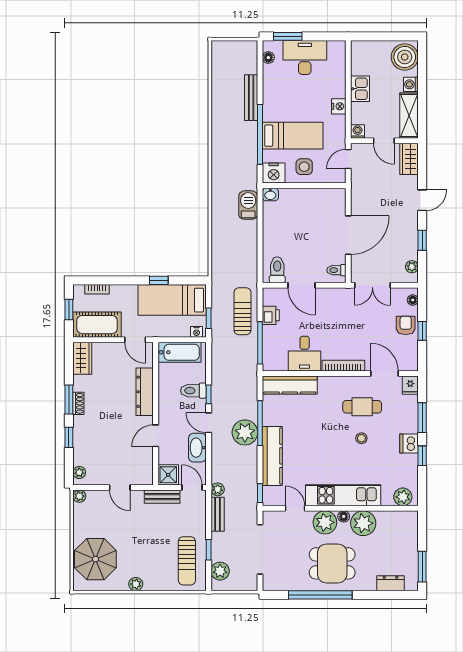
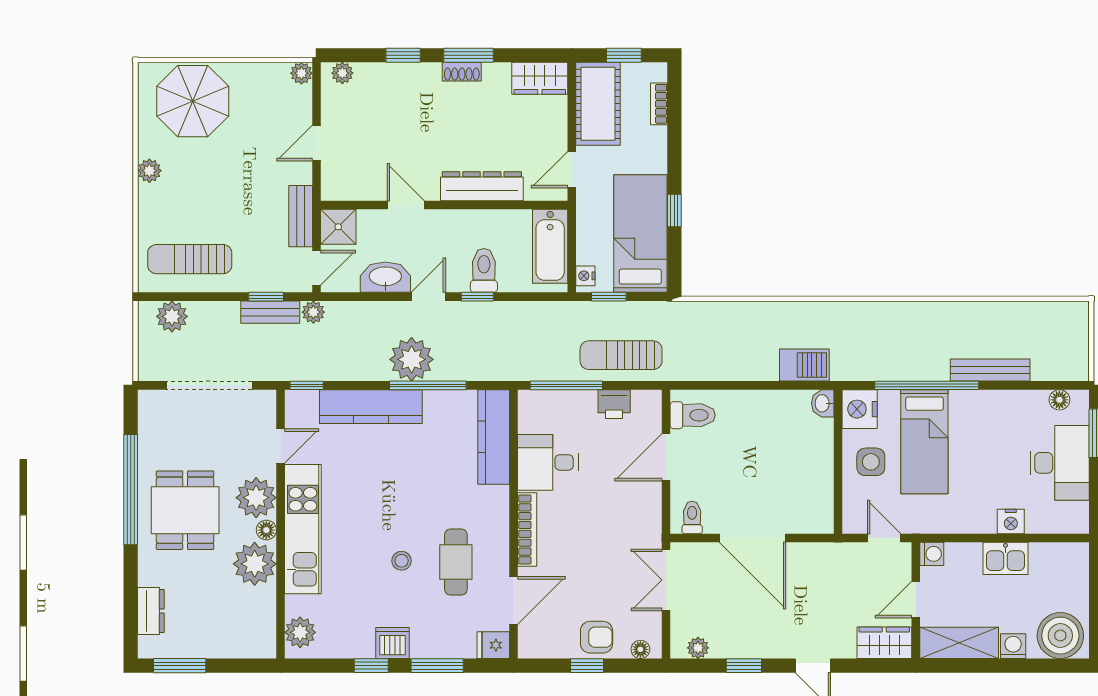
nightstand: (339, 106) -> (1011, 521), moved
sun lounger: (242, 311) -> (621, 355), turned 180
window: (209, 550) -> (266, 297), moved

